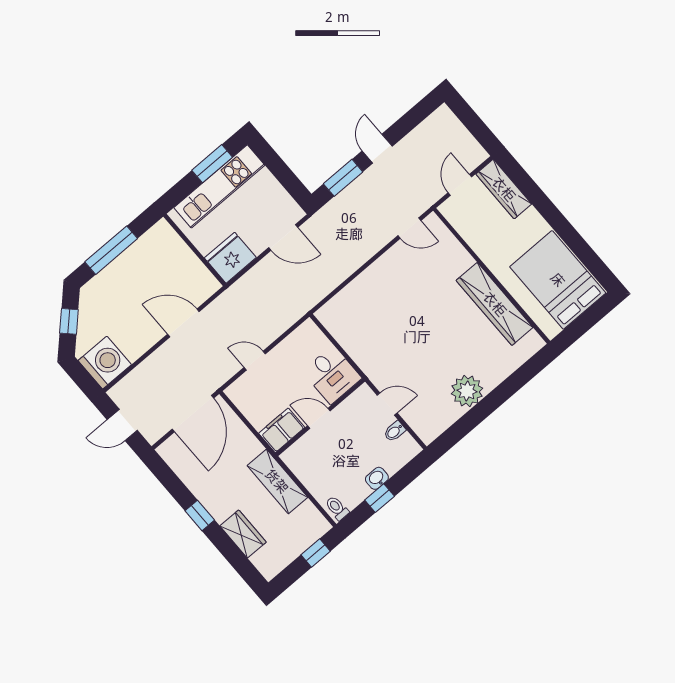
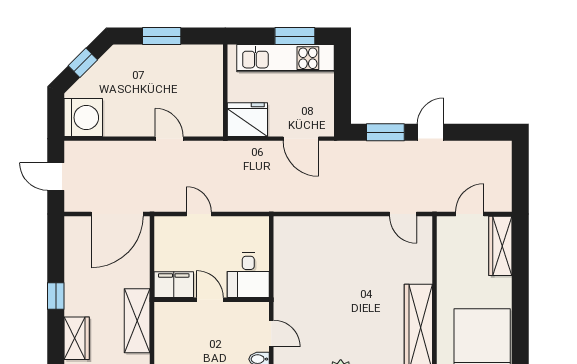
window: (111, 250) -> (162, 36), width x0.69
door: (183, 323) -> (169, 139), width x0.73

